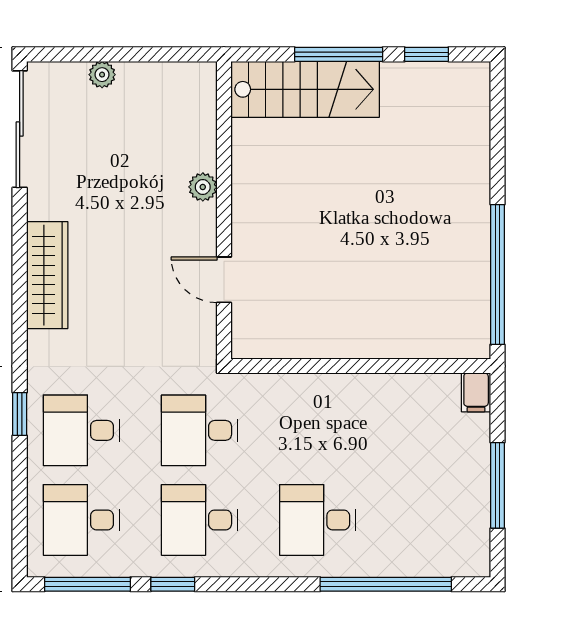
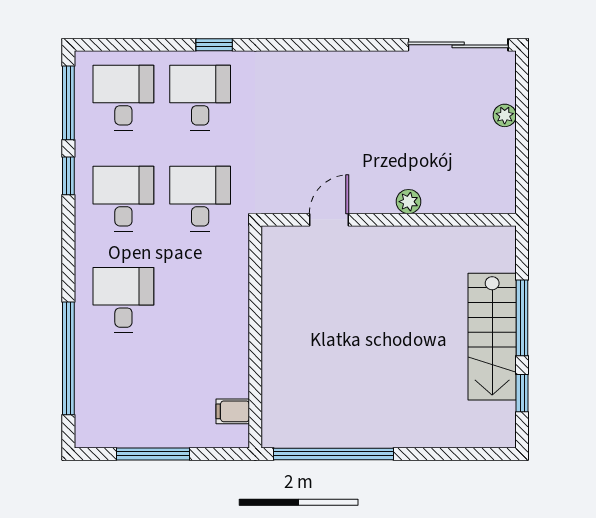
stairs: (305, 89) -> (492, 337), moved
wardrobe: (47, 275) -> (333, 68), removed
filing cabinet: (476, 392) -> (233, 411), moved

